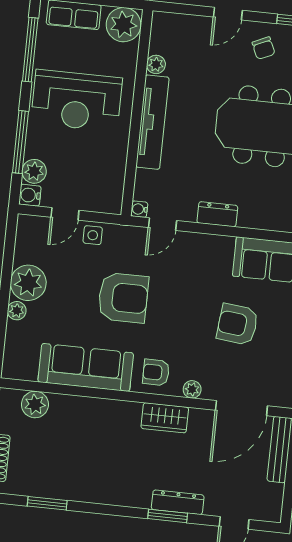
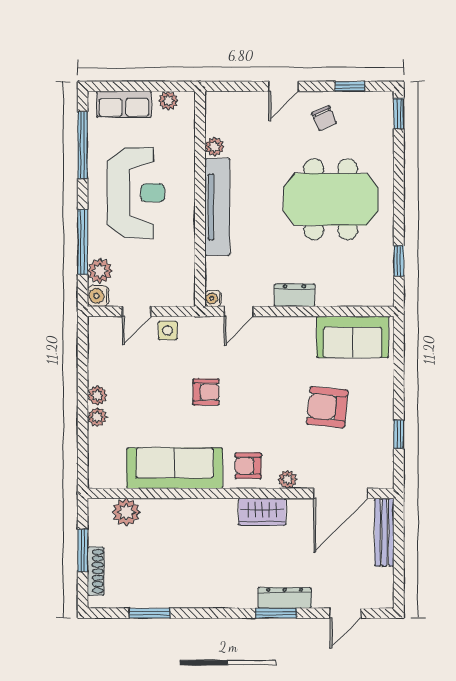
plant: (124, 25) -> (168, 101), width x0.53, depth x0.53
reception desk: (77, 101) -> (136, 193), turned -90
plant: (28, 283) -> (97, 396), width x0.53, depth x0.53
armchair: (123, 298) -> (206, 392), width x0.53, depth x0.53

